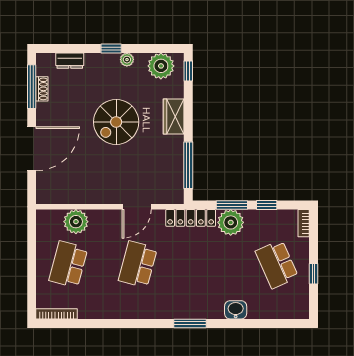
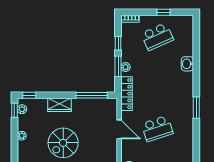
window: (111, 48) -> (14, 110), moved
plant: (161, 66) -> (22, 109), width x0.53, depth x0.53
spiral stairs: (116, 122) -> (63, 143), turned 90
plant: (231, 222) -> (126, 67), width x0.53, depth x0.53
school desk: (138, 264) -> (157, 129), turned -33
window: (190, 323) -> (196, 108), moved

